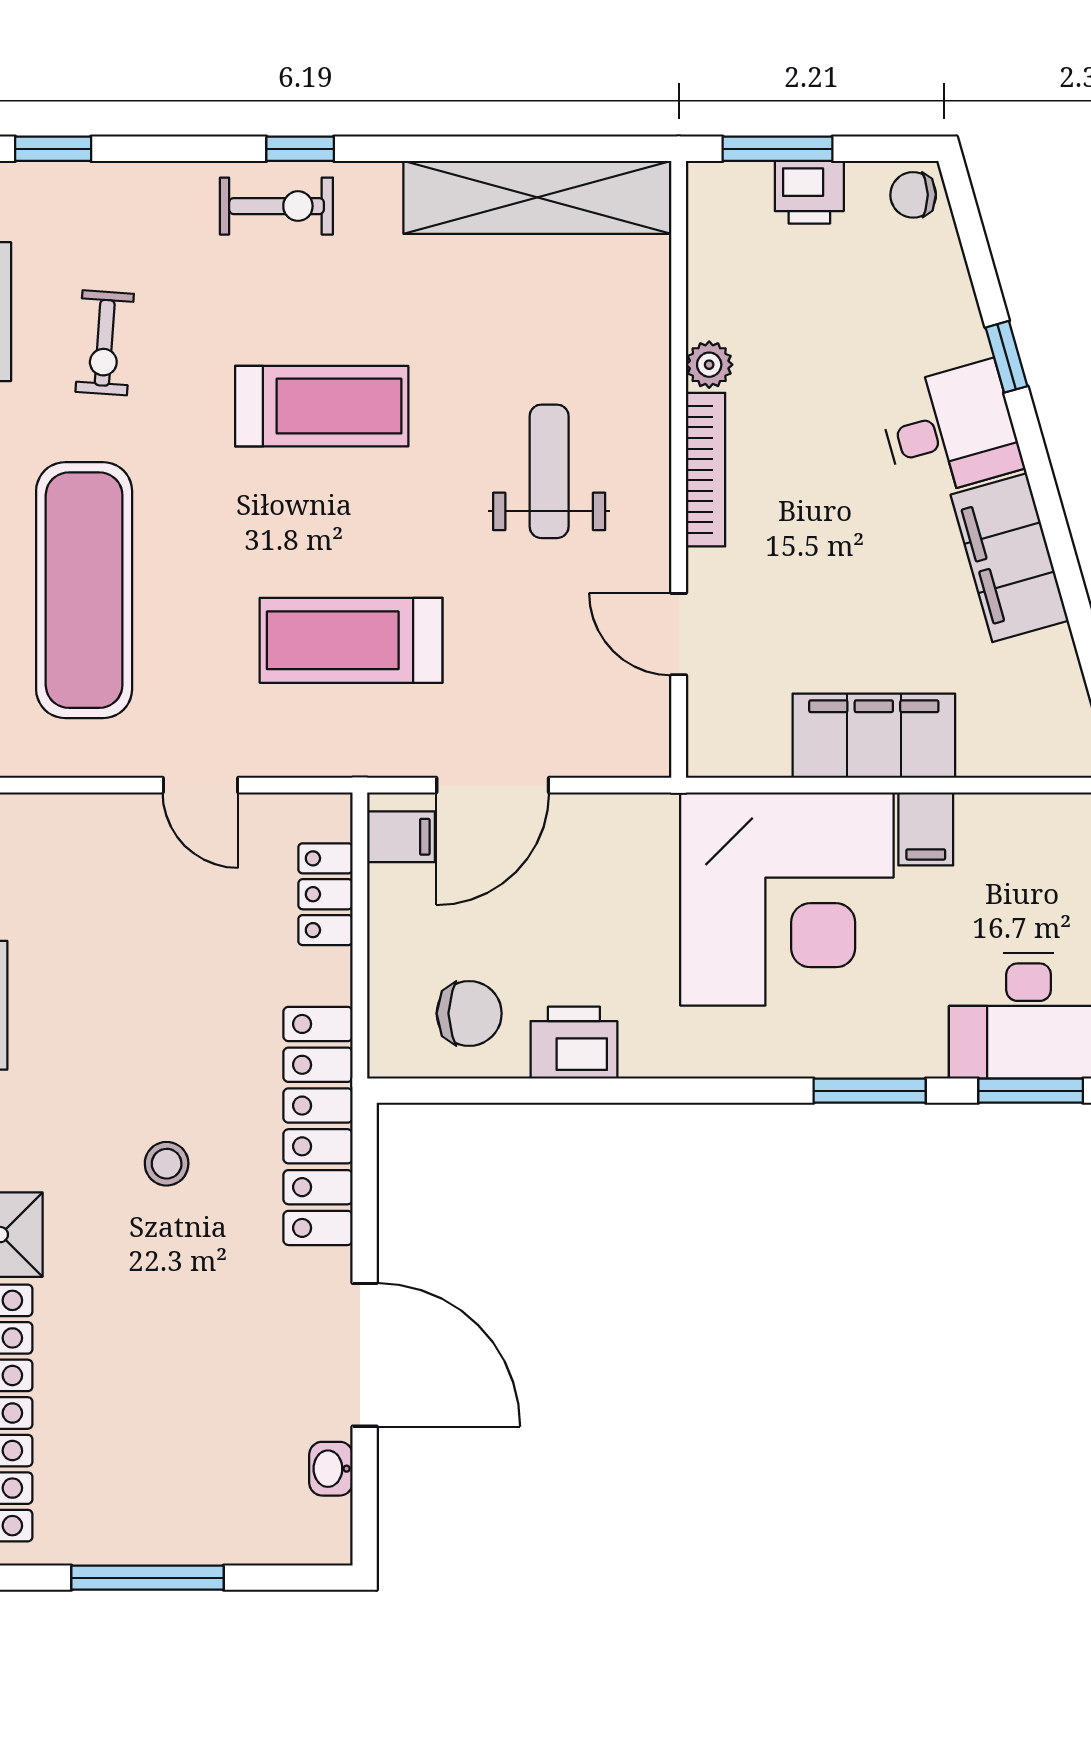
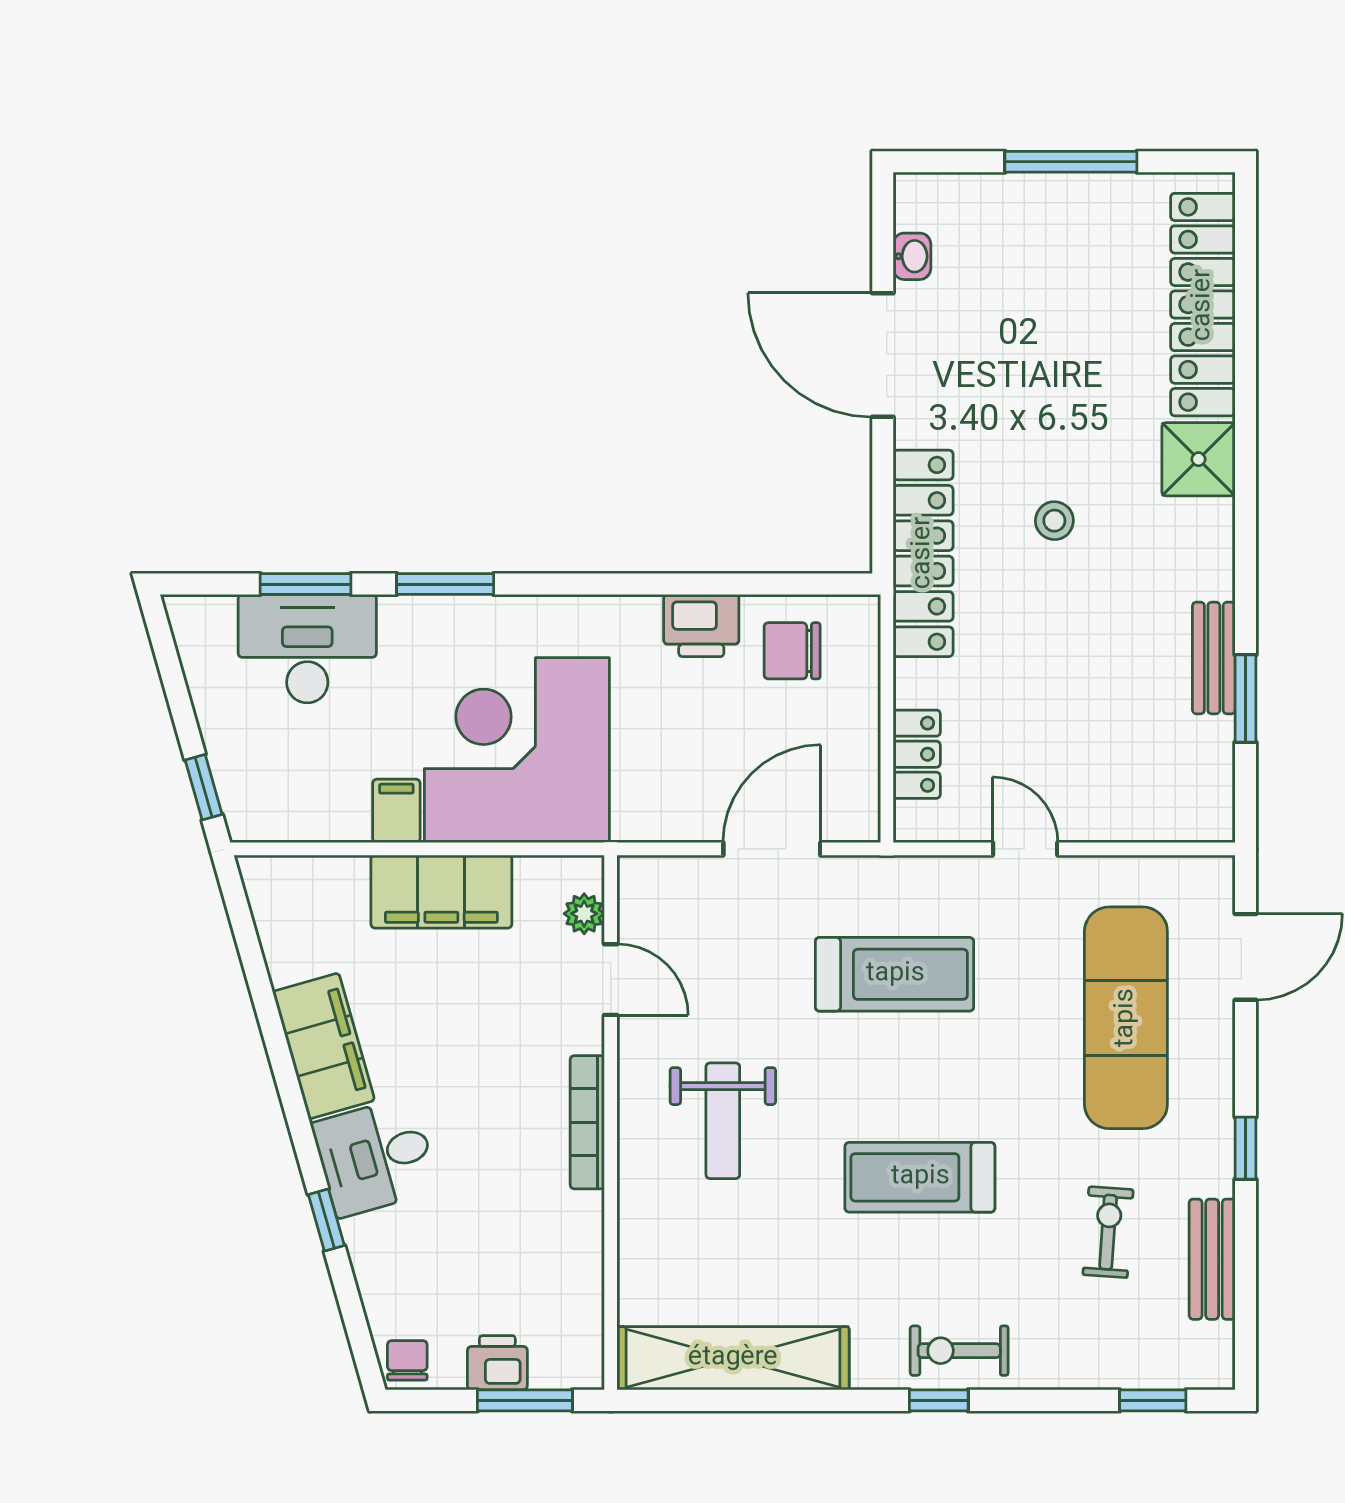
chair: (913, 195) -> (407, 1360), turned -89
plant: (709, 365) -> (584, 914), moved
filing cabinet: (401, 837) -> (851, 804), removed

